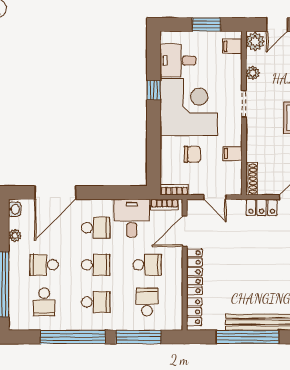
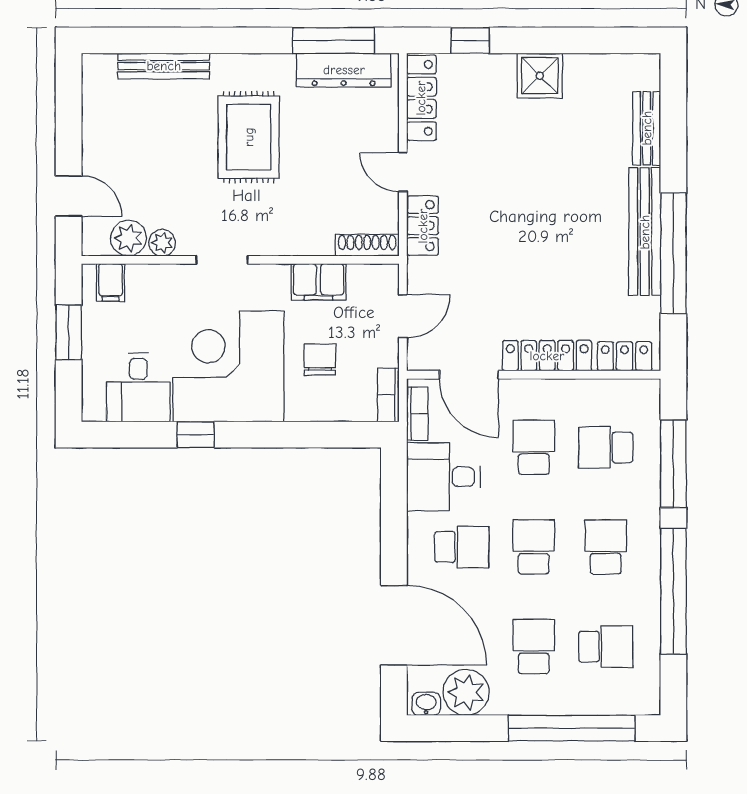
plant: (255, 41) -> (128, 238), moved
filing cabinet: (233, 154) -> (318, 282), width x2.00
school desk: (96, 228) -> (462, 547), turned 90
plant: (15, 235) -> (466, 692), width x1.87, depth x1.87
school desk: (44, 265) -> (534, 647), turned 180

